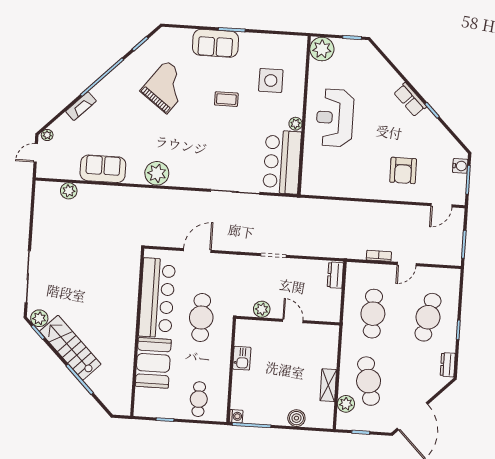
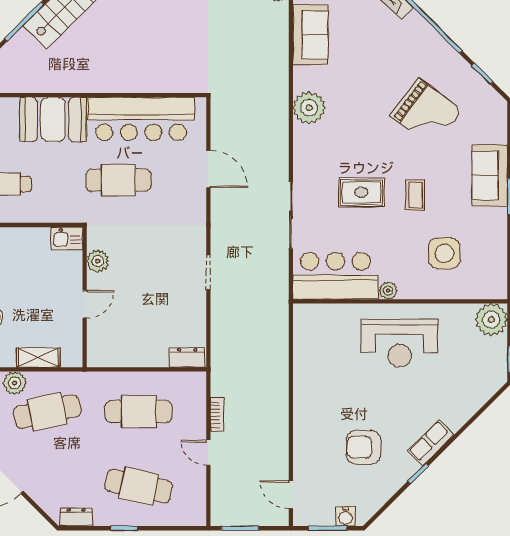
reception desk: (335, 118) -> (400, 343), turned 180
rug: (222, 139) -> (361, 192), added
armchair: (403, 170) -> (364, 447), moved
plant: (262, 309) -> (98, 261), moved
wall: (288, 321) -> (85, 297), moved
door: (293, 321) -> (85, 304), moved

